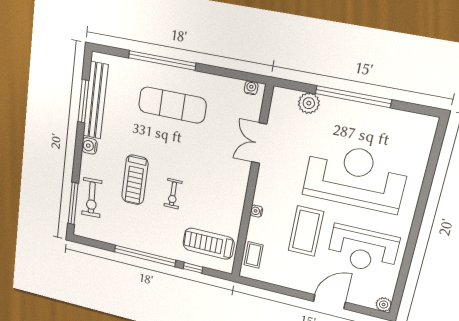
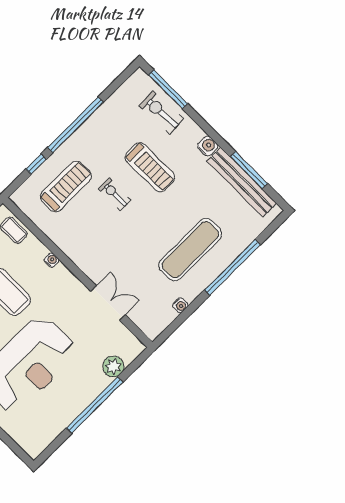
water cooler: (251, 88) -> (180, 305), moved
treadmill: (135, 180) -> (150, 167), turned 180
treadmill: (209, 244) -> (66, 186), moved

